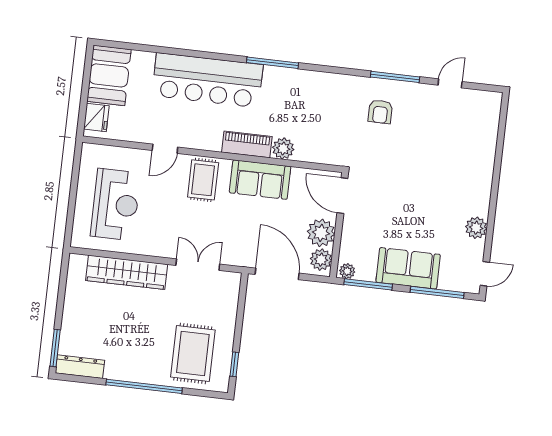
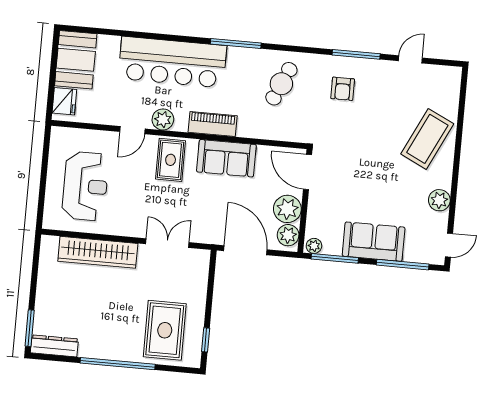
cafe table: (318, 105) -> (281, 84), added
plant: (283, 148) -> (163, 119), moved
coffee table: (465, 165) -> (427, 139), added

